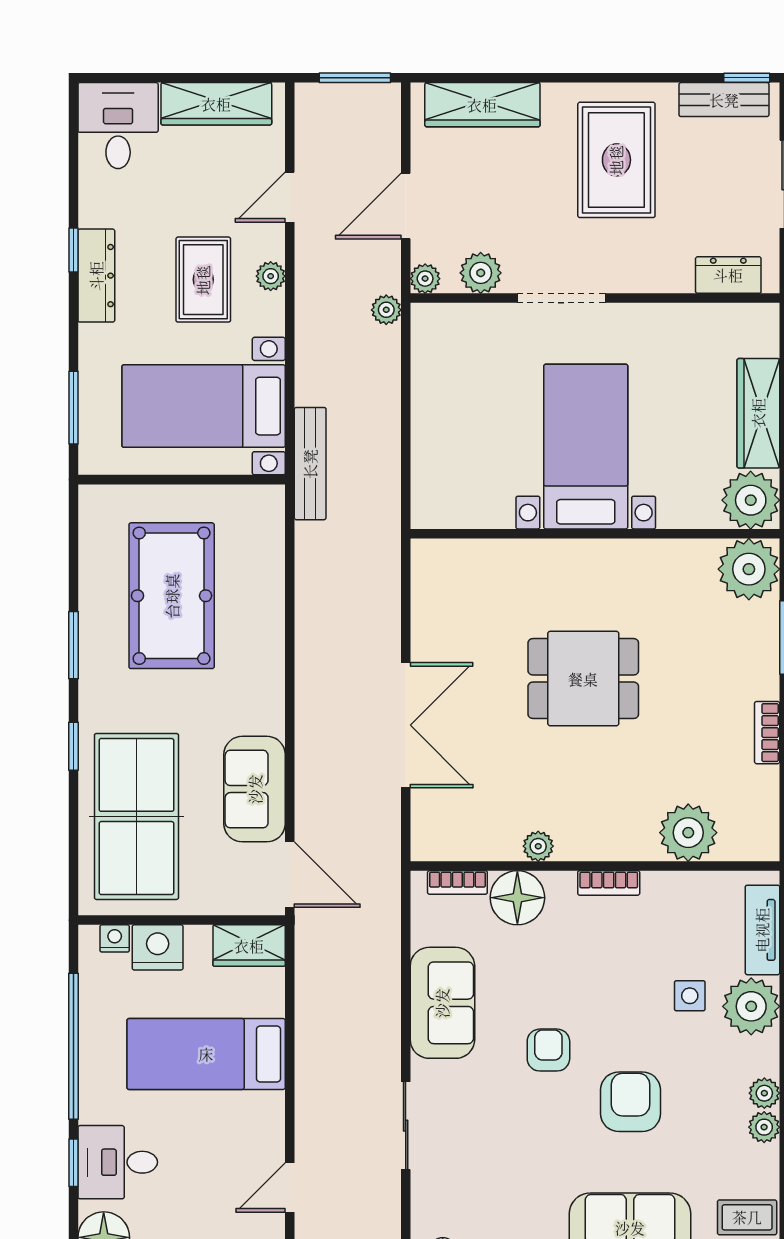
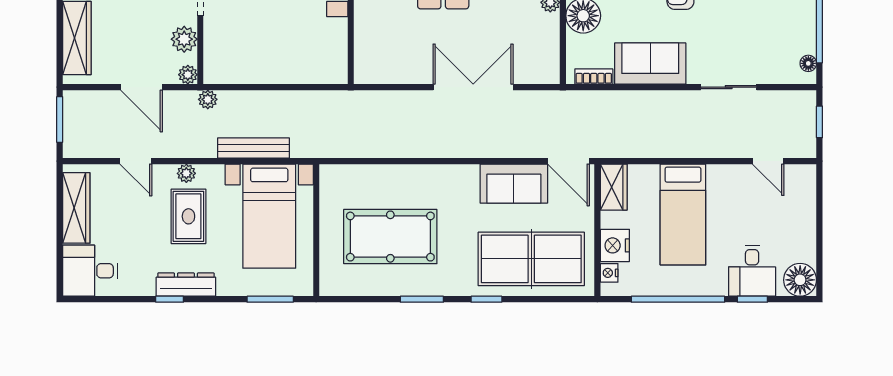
rug: (203, 280) -> (188, 216), turned 90
bench: (310, 464) -> (254, 148), moved
door: (290, 875) -> (568, 161), swing flipped
bookcase: (457, 882) -> (594, 77), moved, turned -90

